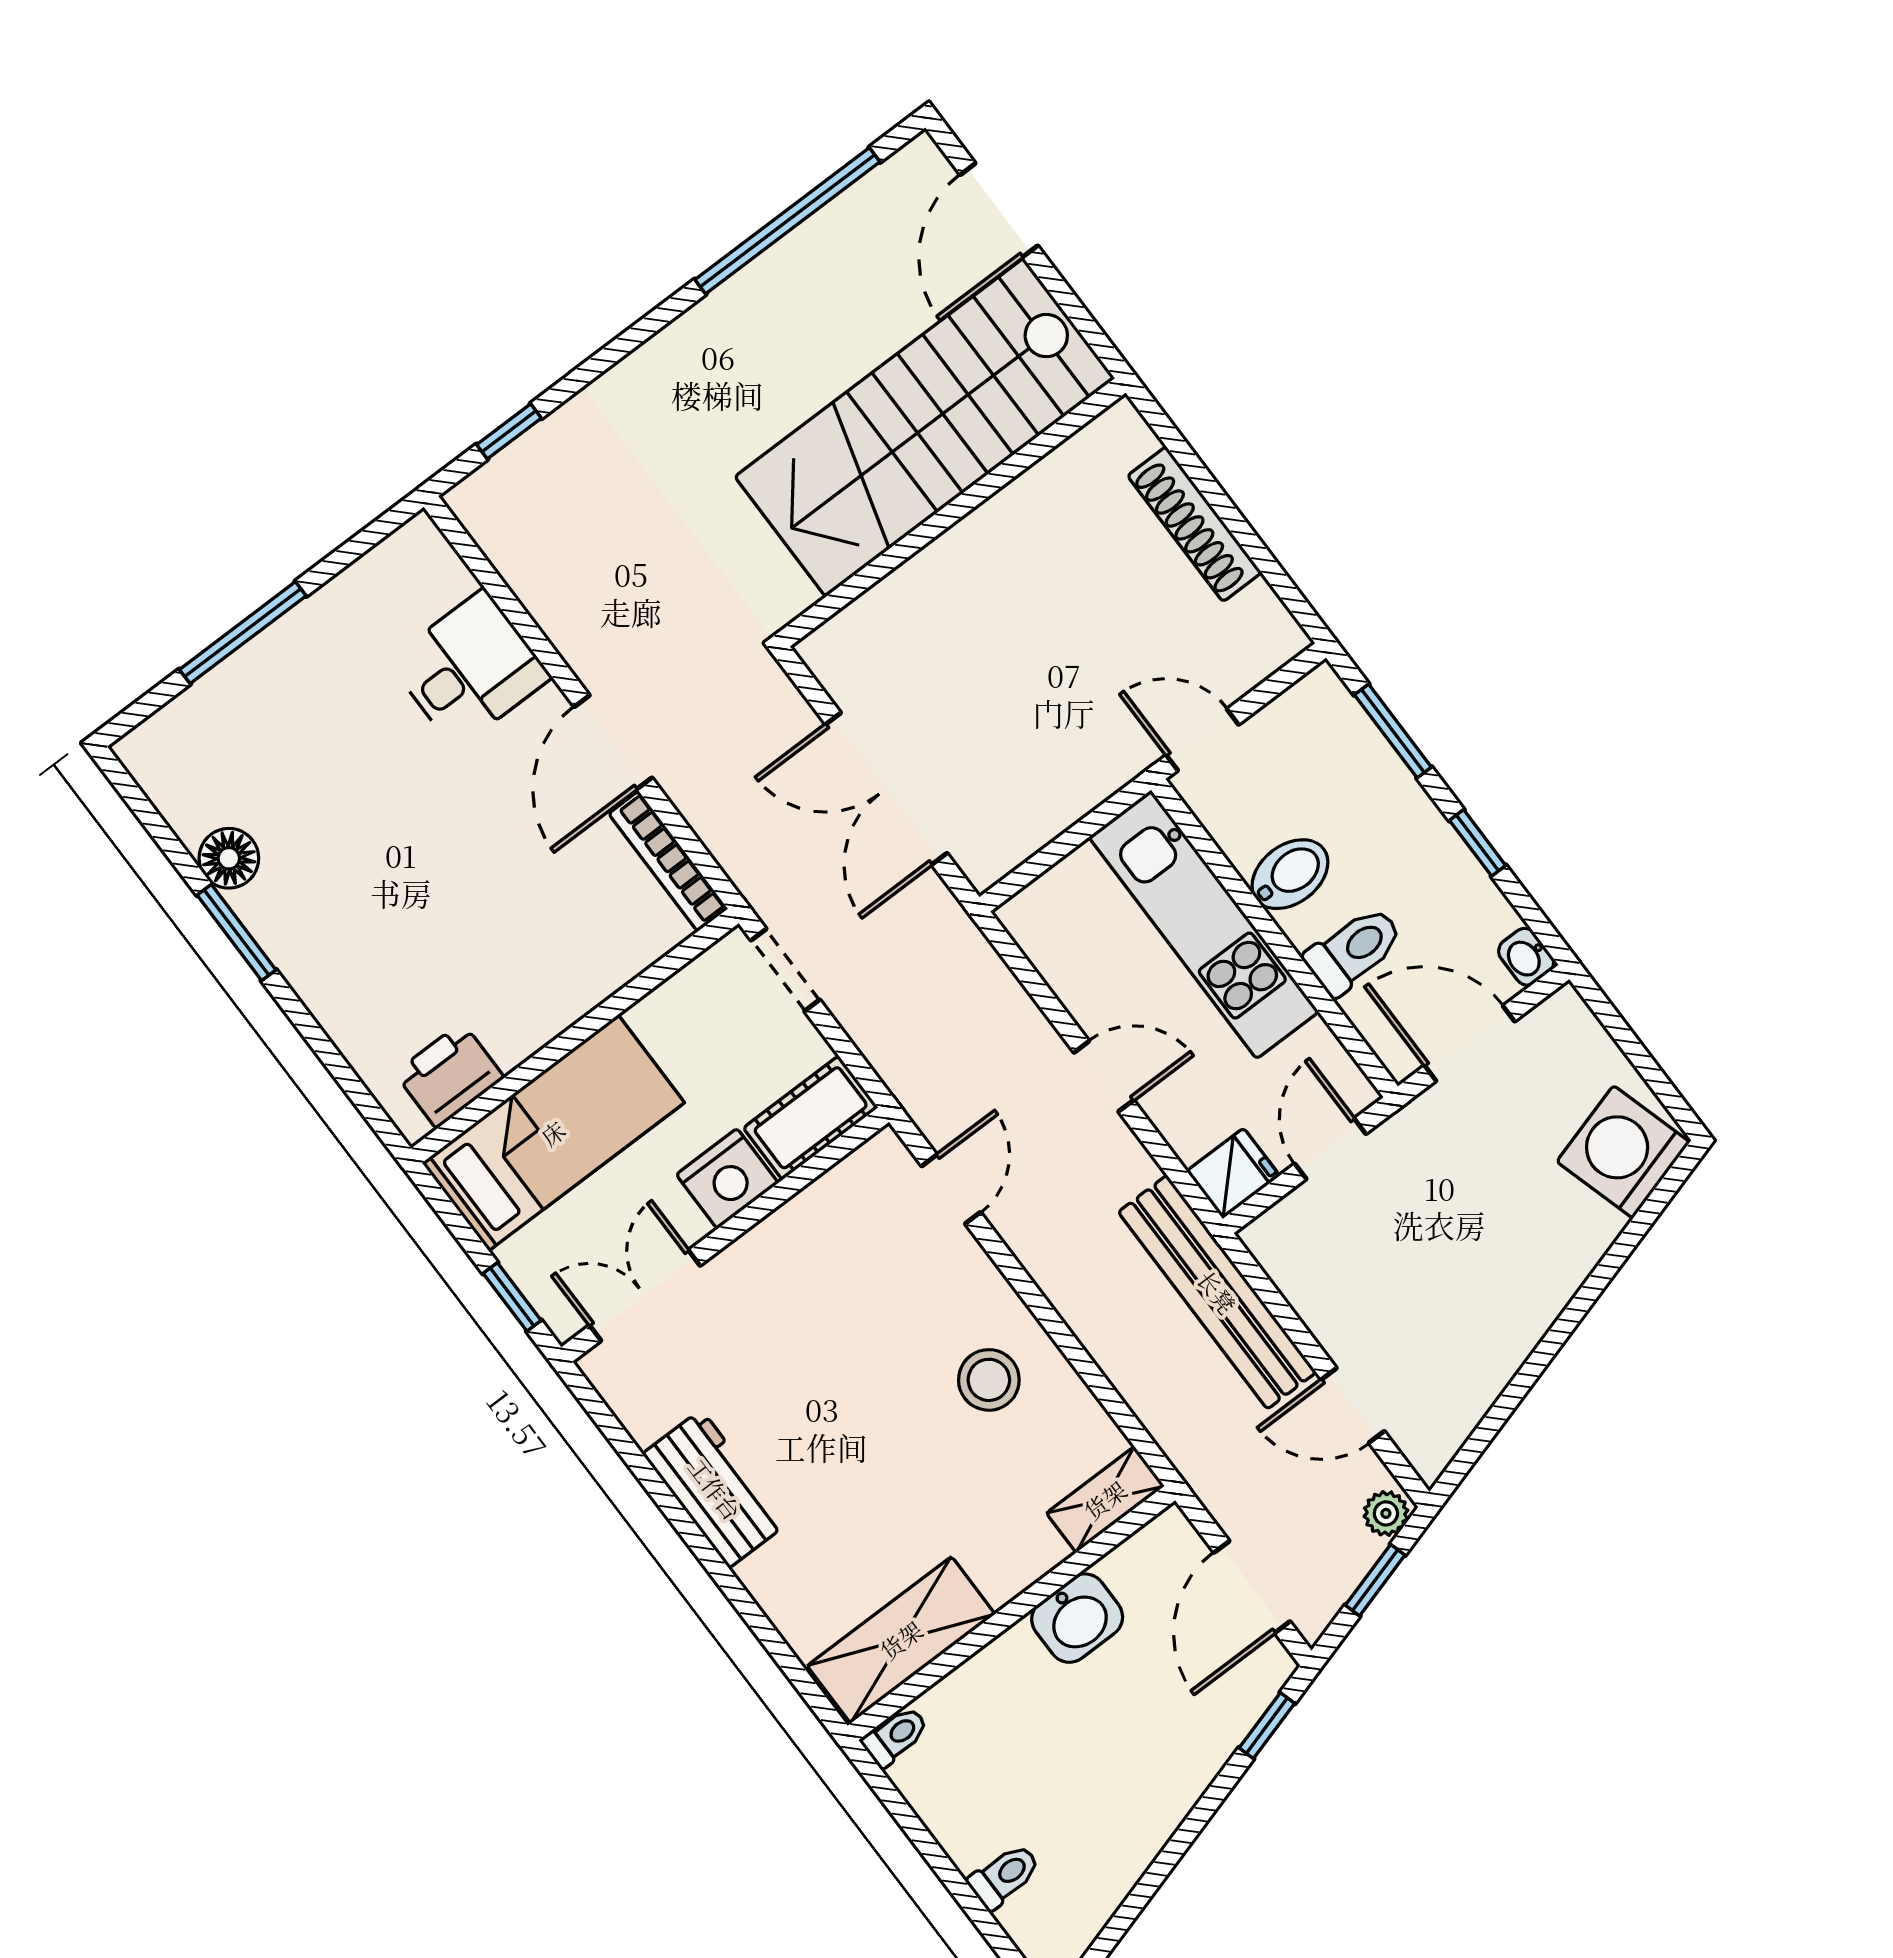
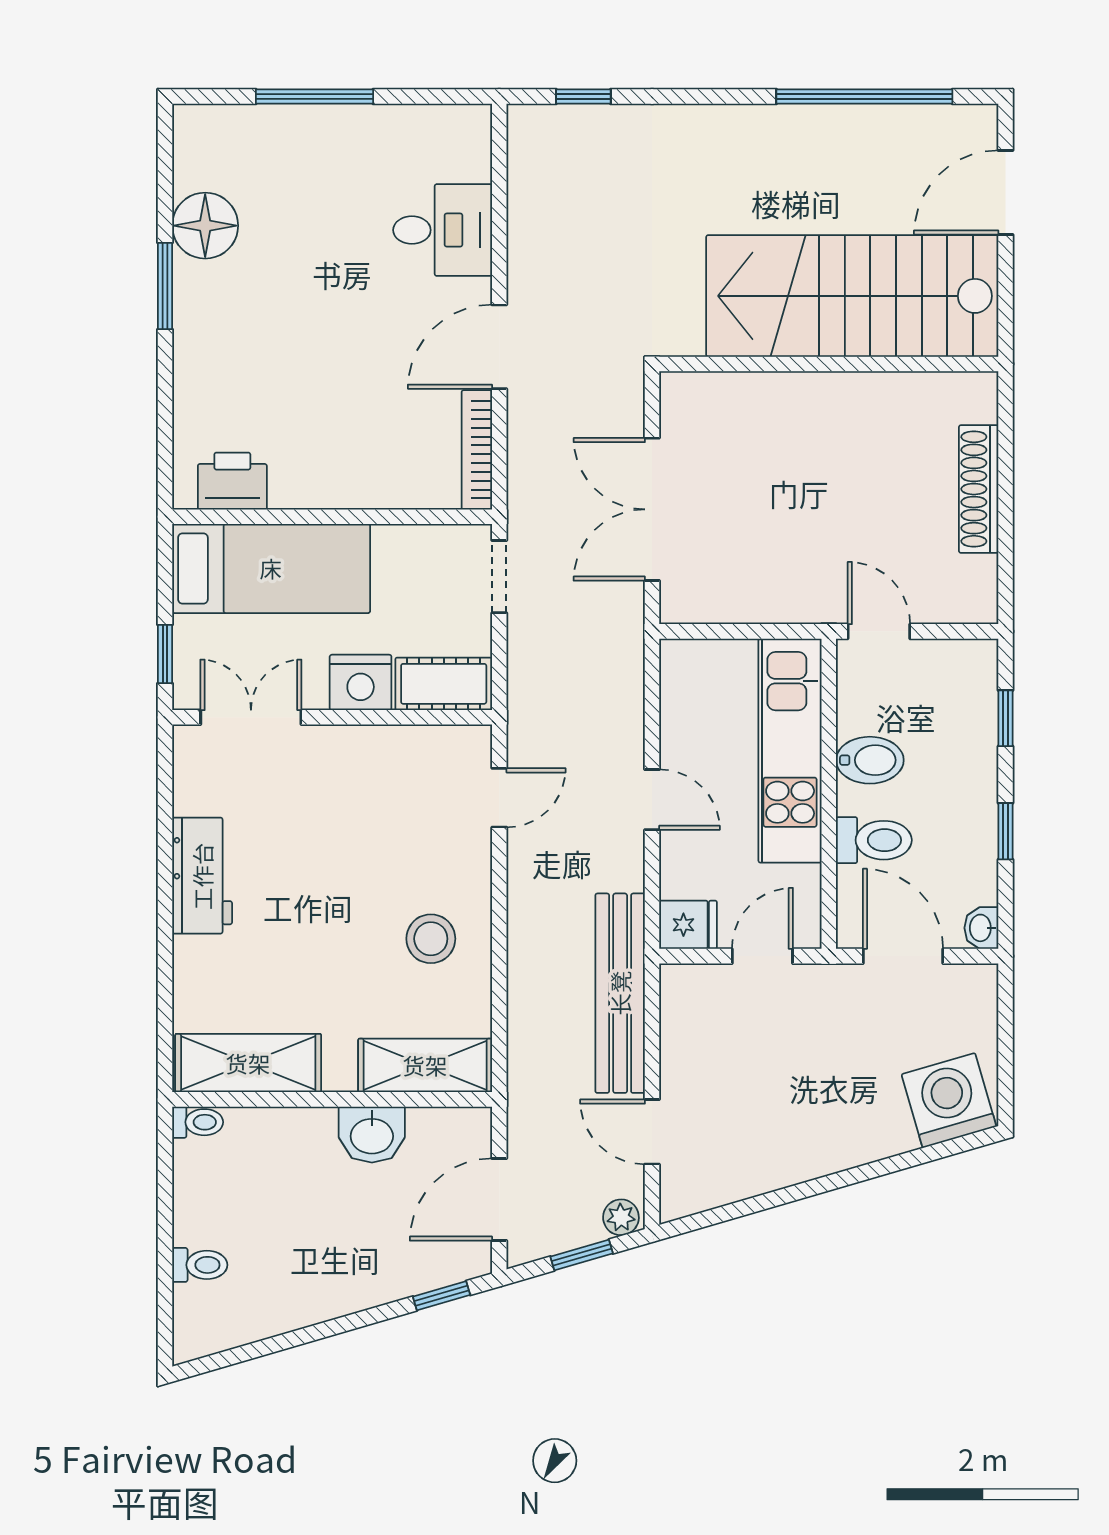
window: (1393, 731) -> (1005, 718), width x0.67
floor lamp: (229, 858) -> (205, 226), width x1.38, depth x1.38
shelving: (1105, 1500) -> (425, 1065), width x1.50, depth x1.33

